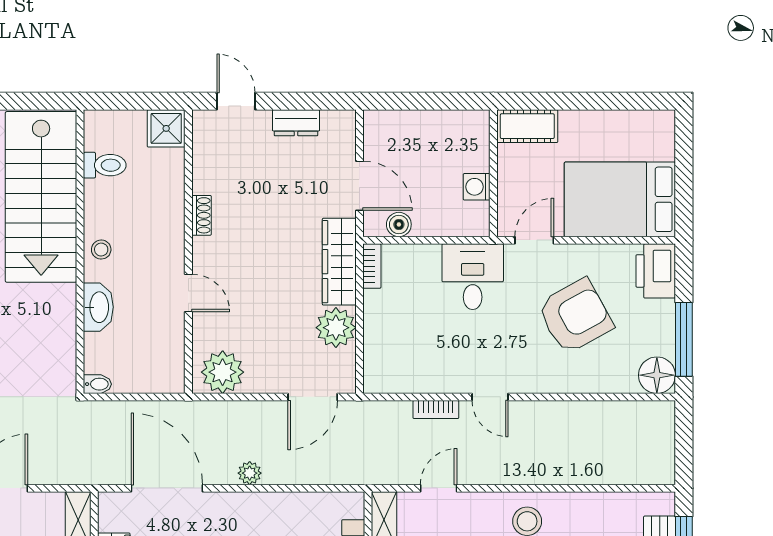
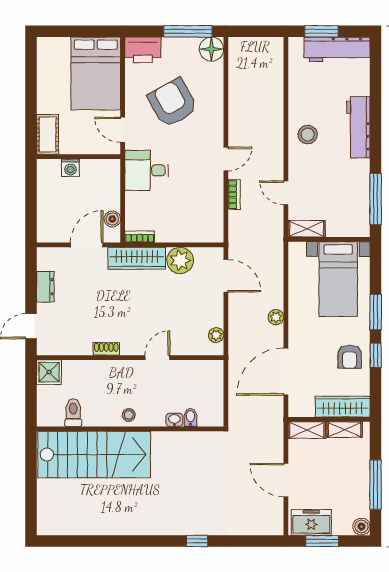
washing machine: (477, 187) -> (70, 168), moved
washbasin: (98, 307) -> (174, 420), width x0.52, depth x0.69
plant: (223, 372) -> (216, 335), width x0.53, depth x0.53
bidet: (97, 384) -> (190, 417), moved

